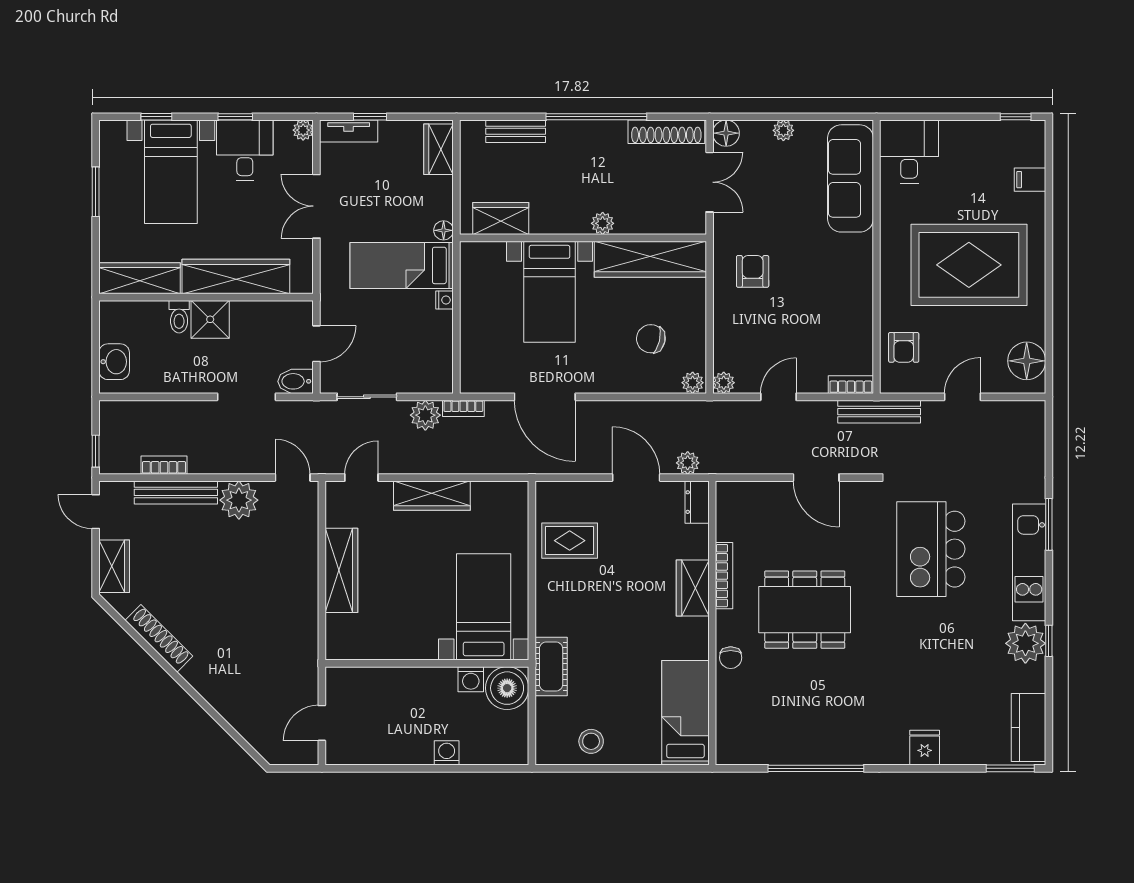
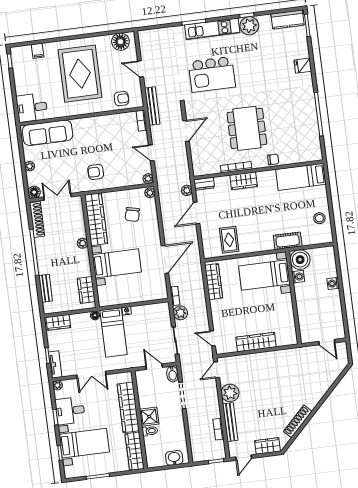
wardrobe: (432, 496) -> (214, 282), moved

